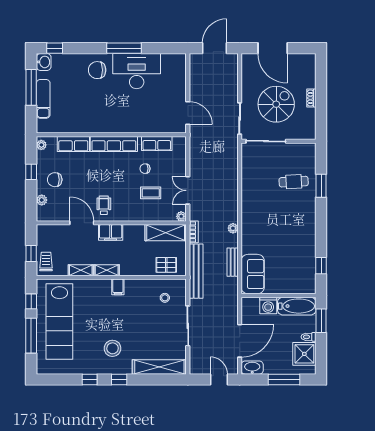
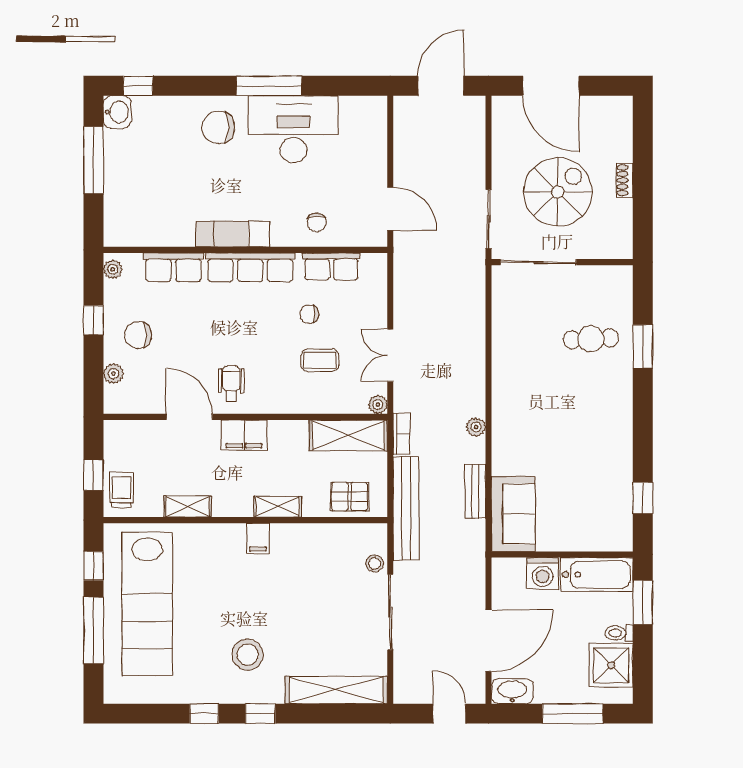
exam couch: (43, 99) -> (233, 234), moved, turned -90
chair: (149, 120) -> (317, 222), added
shelving: (107, 270) -> (278, 507), moved
stool: (165, 298) -> (375, 563), moved

